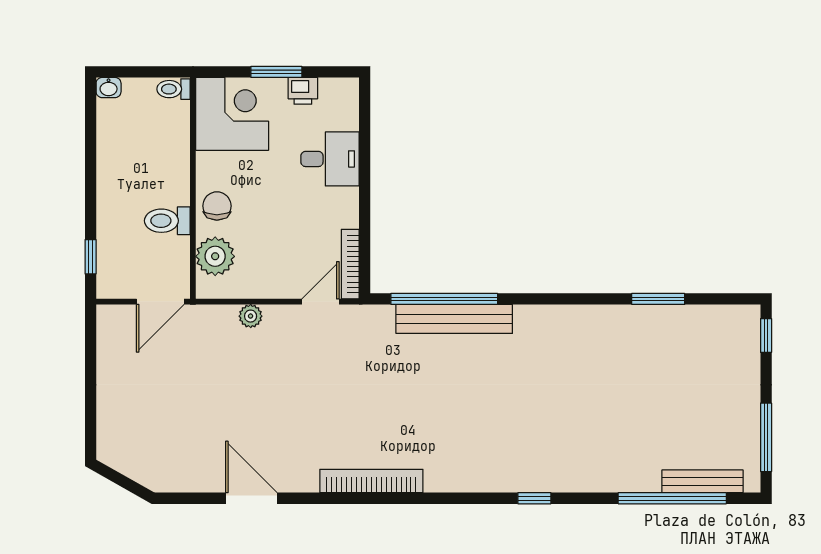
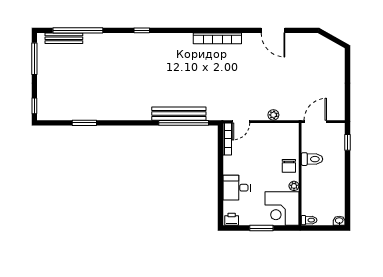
printer: (303, 91) -> (232, 219), moved
plant: (215, 256) -> (294, 186), moved, width x0.53, depth x0.53

